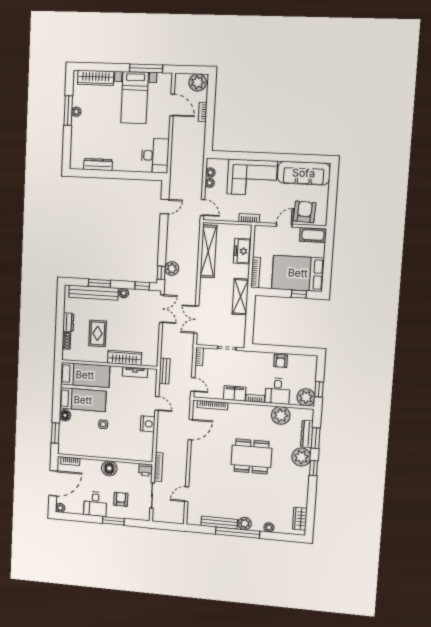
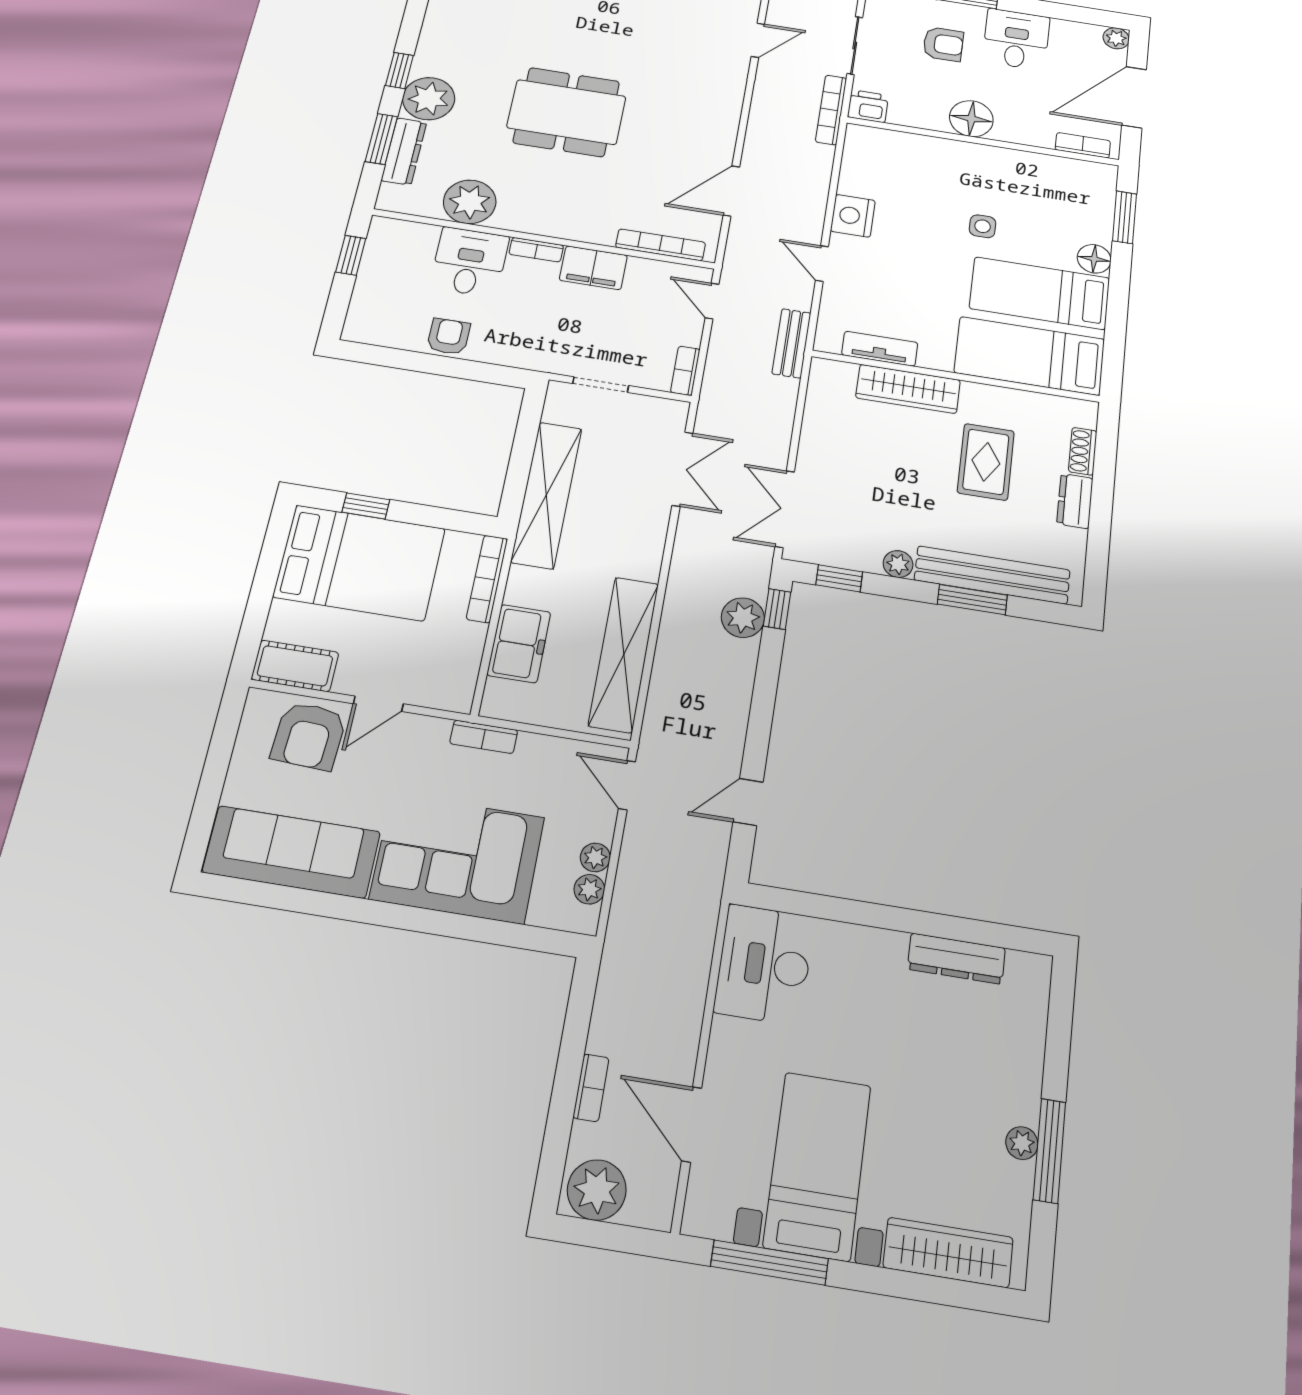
shelving: (240, 297) -> (546, 495), width x1.47
plant: (306, 397) -> (391, 239), removed
armchair: (121, 499) -> (943, 44), turned -90

